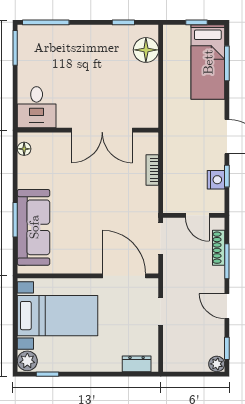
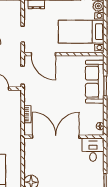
double door: (102, 130) -> (56, 137), width x1.36

